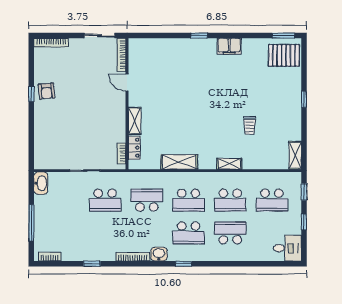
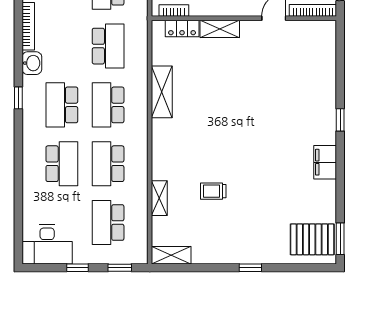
pallet: (284, 55) -> (312, 239), turned 90
shelving: (229, 164) -> (159, 198), moved
desk: (287, 248) -> (47, 244), width x1.37

